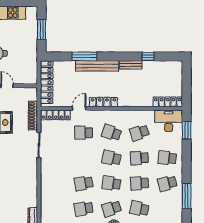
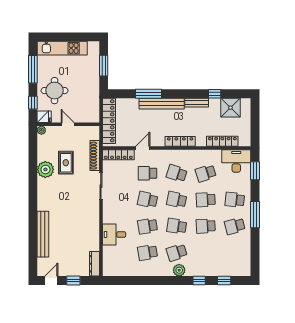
shower: (163, 70) -> (230, 108), added
locker: (103, 102) -> (180, 141), moved
locker: (168, 102) -> (222, 141), moved
desk: (51, 191) -> (114, 235), added
window: (187, 196) -> (255, 215), moved
school desk: (139, 209) -> (148, 200), moved

